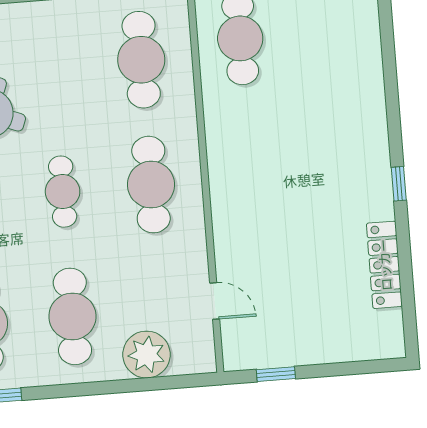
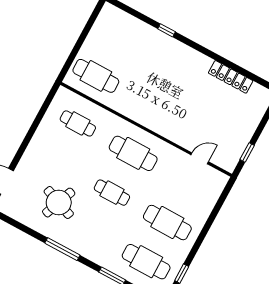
cafe table: (141, 60) -> (78, 123), width x0.73, depth x0.74
window: (399, 184) -> (166, 30), moved
plant: (146, 355) -> (204, 202), removed

